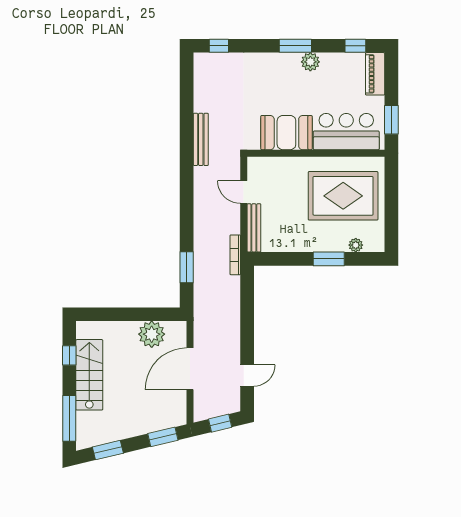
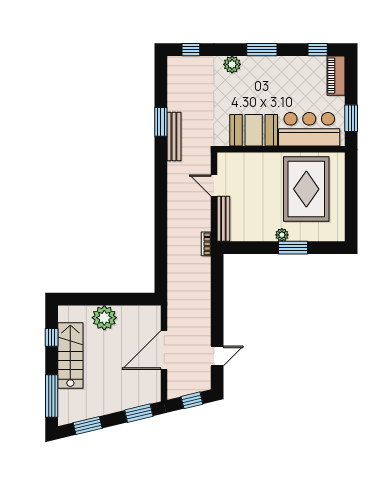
plant: (310, 62) -> (232, 64), moved
rug: (343, 196) -> (306, 189), turned 90
plant: (356, 245) -> (282, 235), moved
bookcase: (235, 255) -> (206, 244), width x0.64
window: (187, 267) -> (161, 122), moved
plant: (152, 334) -> (104, 318), moved

